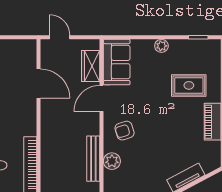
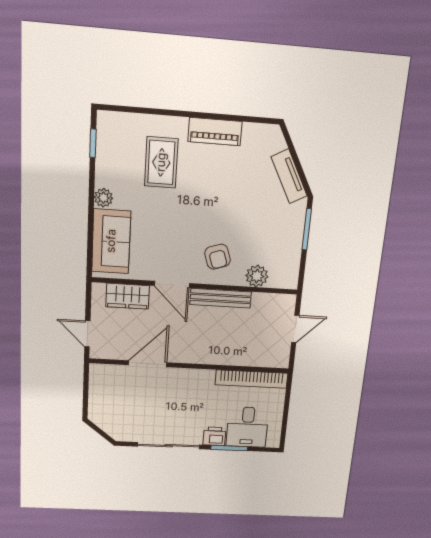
door: (60, 37) -> (87, 334), hinge flipped
sofa: (117, 62) -> (111, 241), moved, turned 90
bench: (93, 159) -> (221, 298), moved

